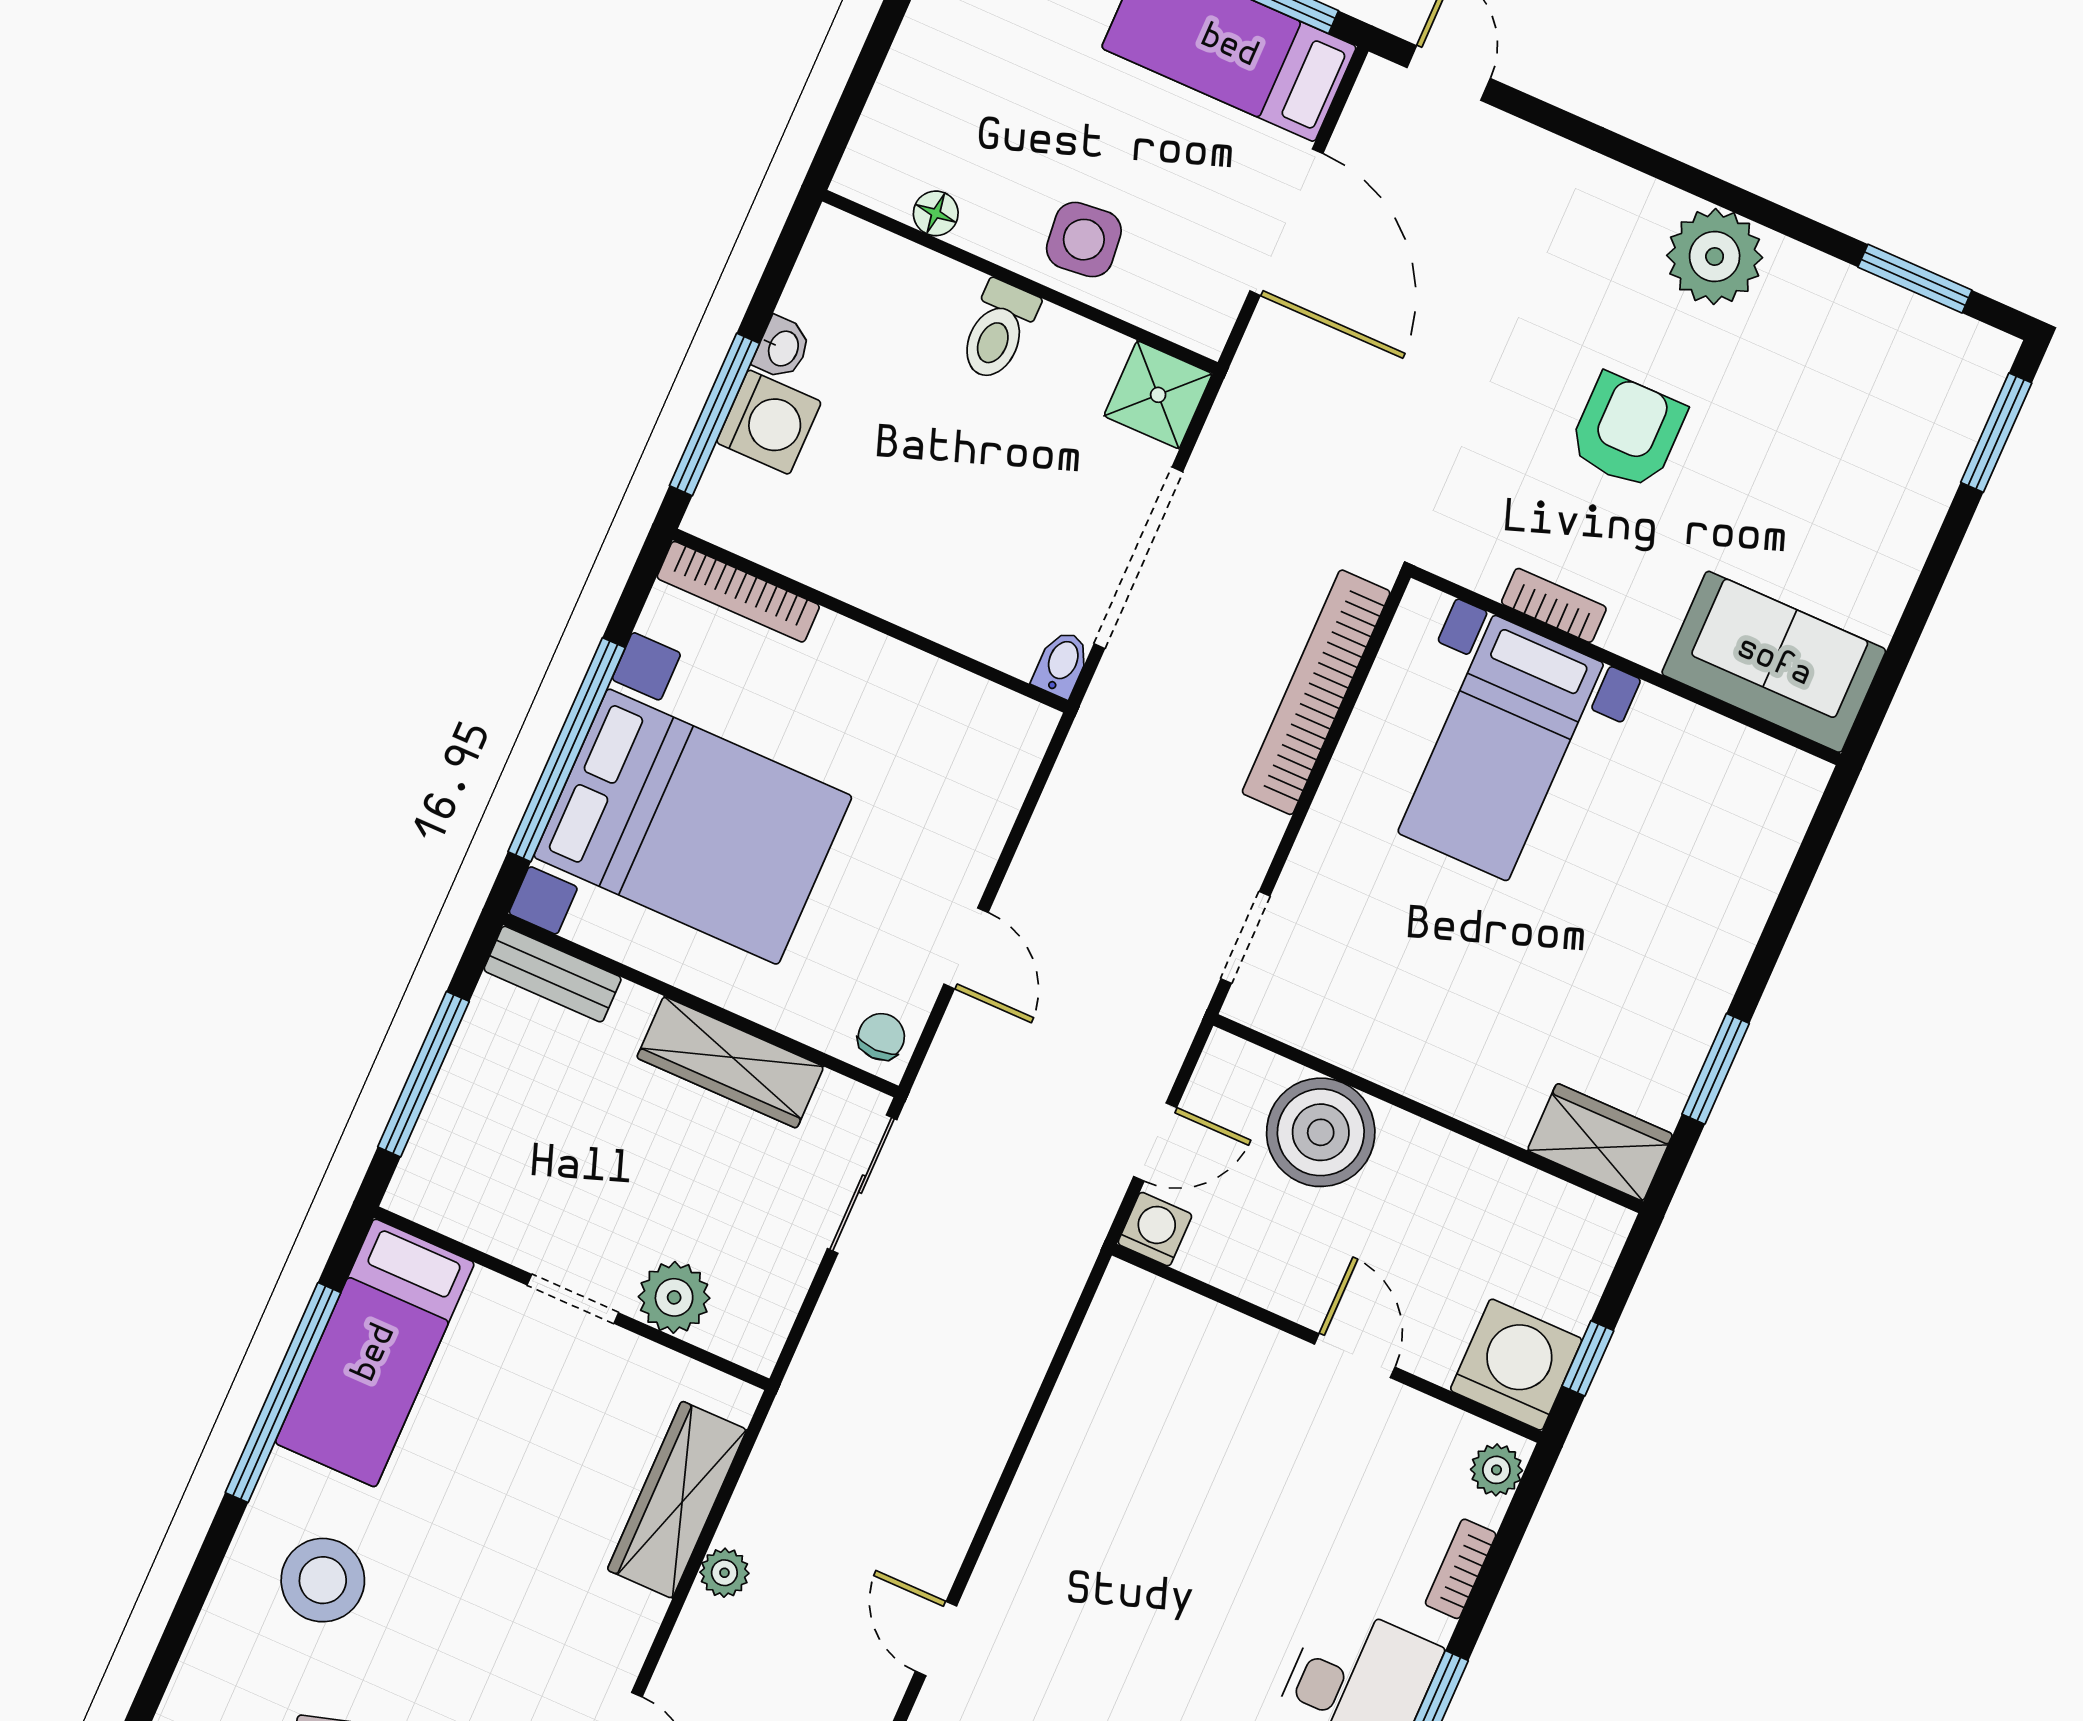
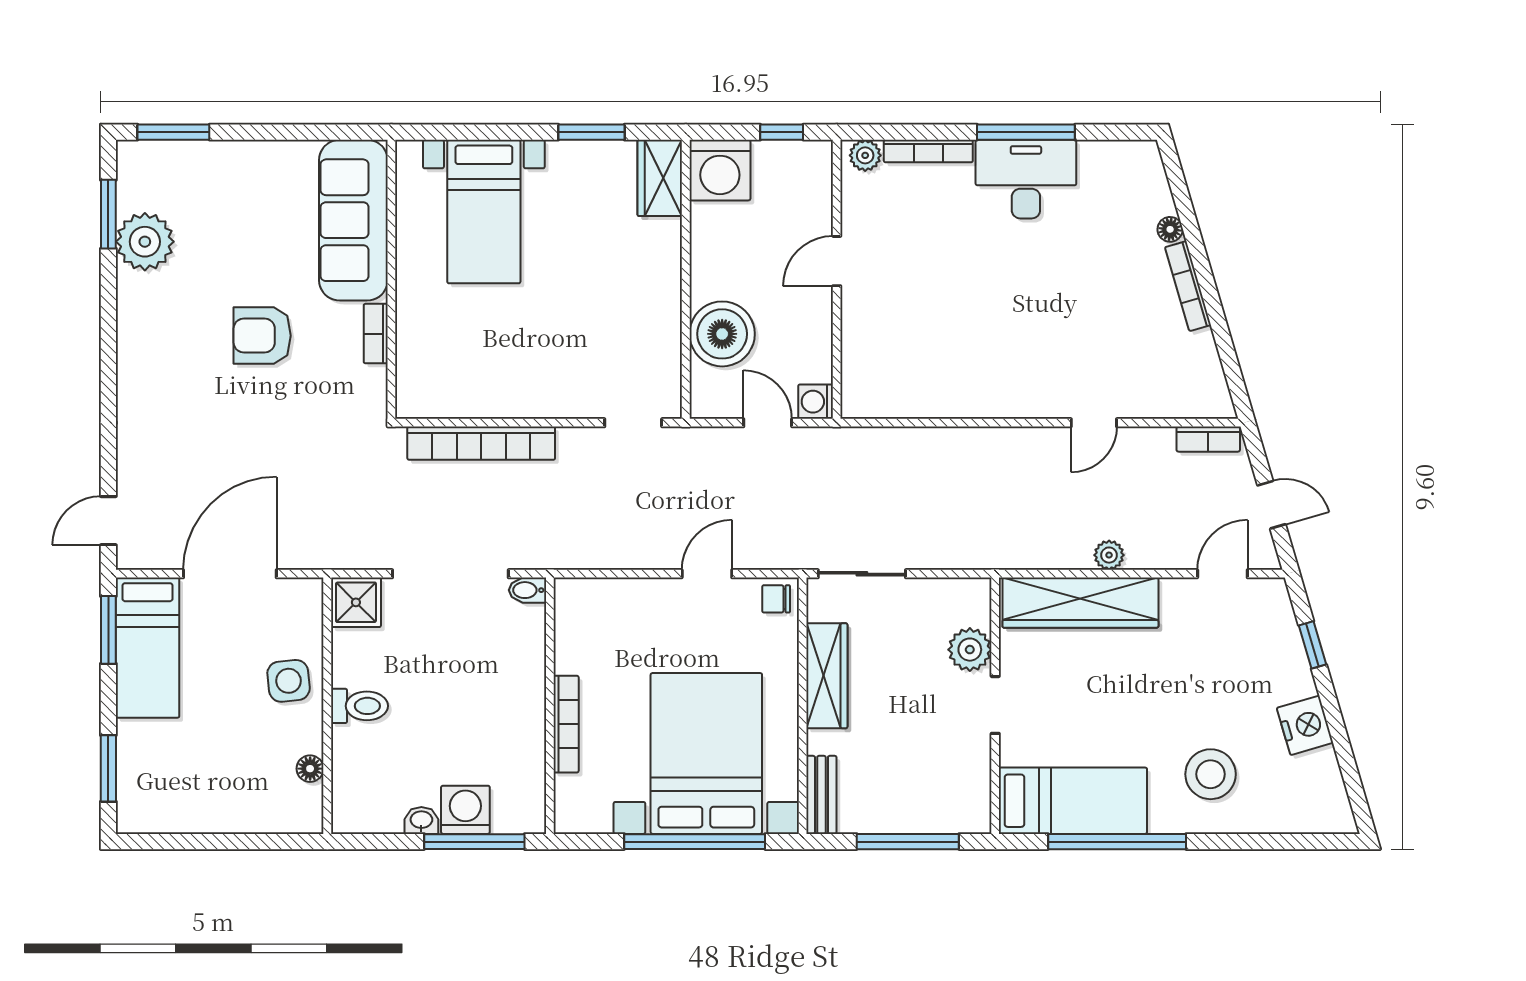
plant: (1715, 257) -> (145, 242), moved
bookcase: (738, 592) -> (566, 724), moved
sofa: (1774, 662) -> (353, 220), width x1.36
bed with nightstands: (1501, 748) -> (484, 212), moved, turned 90
washing machine: (1516, 1365) -> (720, 170), moved, turned -90
wardrobe: (677, 1500) -> (1080, 603), width x1.40, depth x1.17
bookcase: (1461, 1569) -> (928, 151), width x1.56

